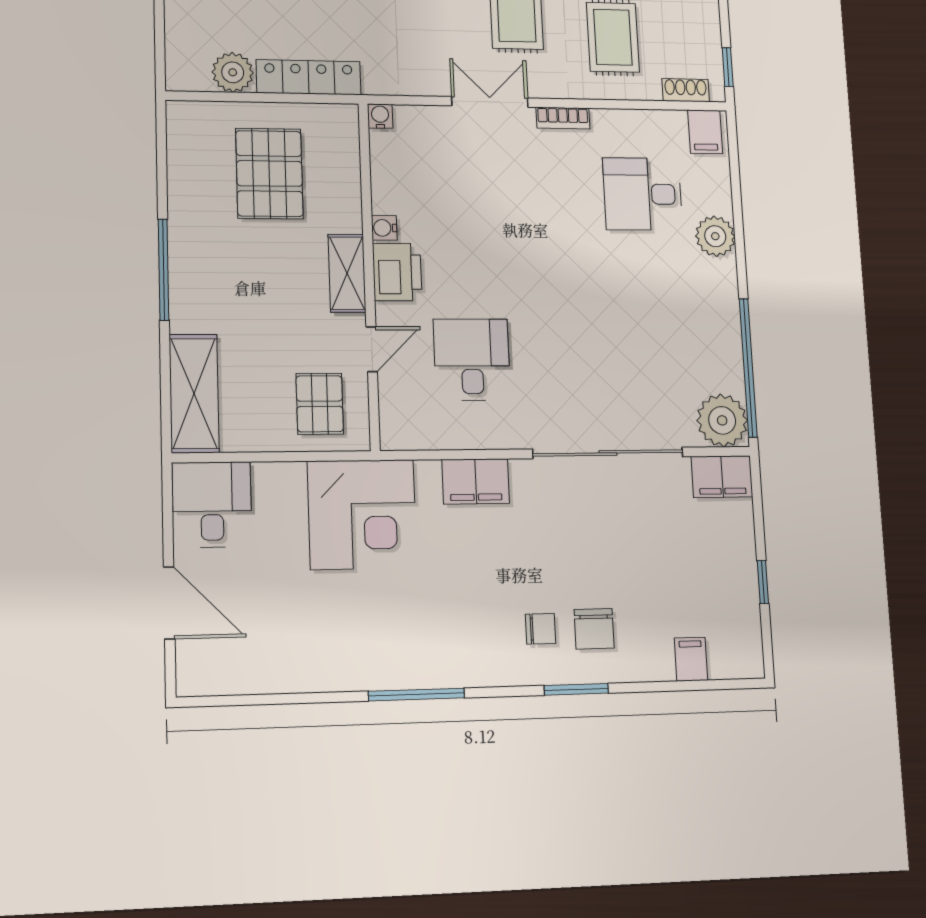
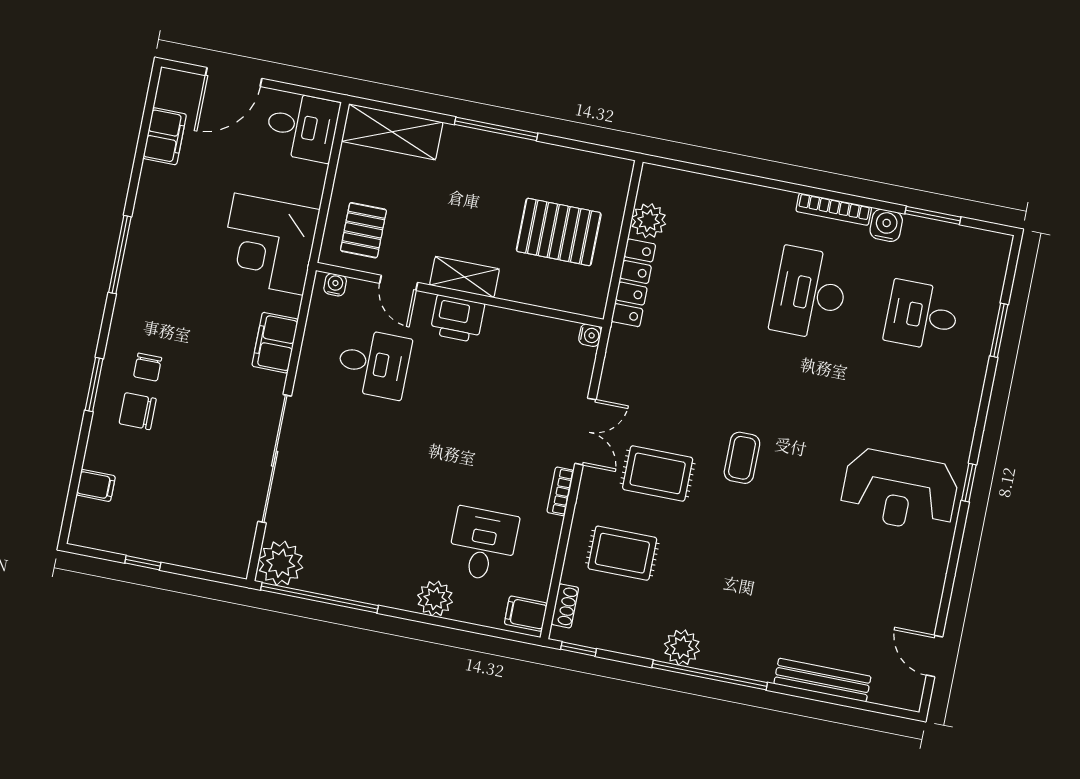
water cooler: (384, 228) -> (335, 285), moved
pallet: (320, 404) -> (363, 230), turned 90
filing cabinet: (722, 477) -> (165, 136), moved, turned 180

